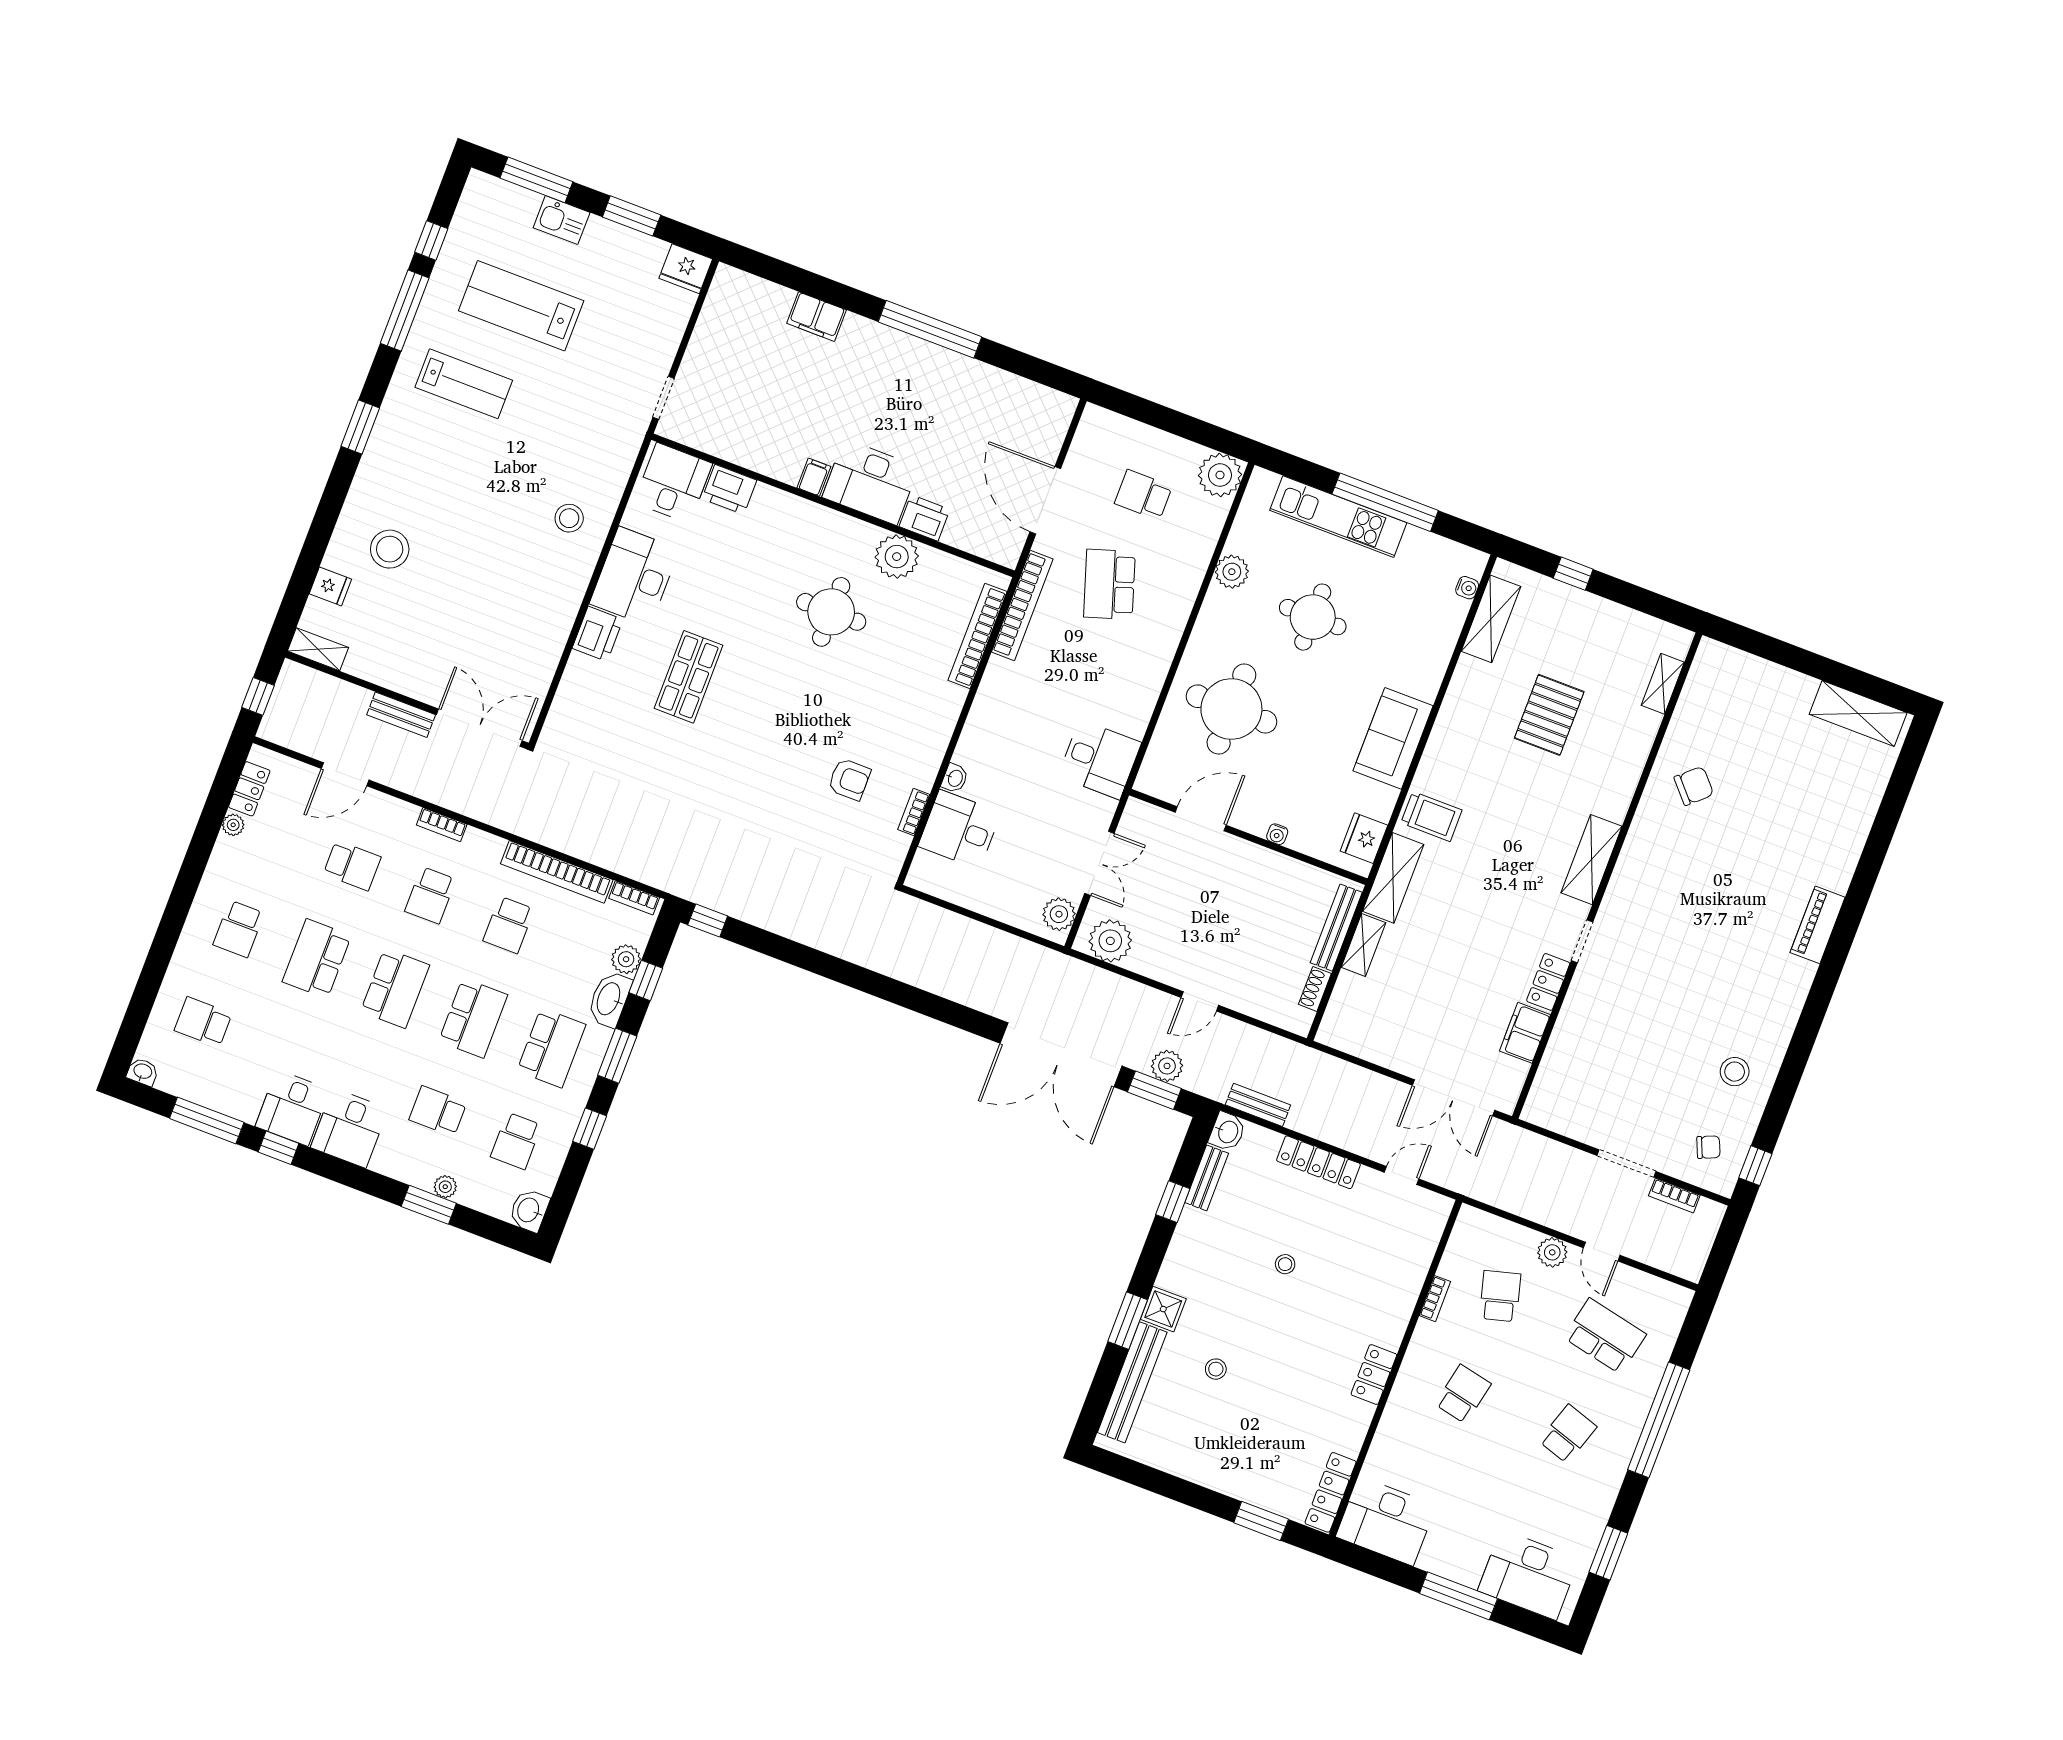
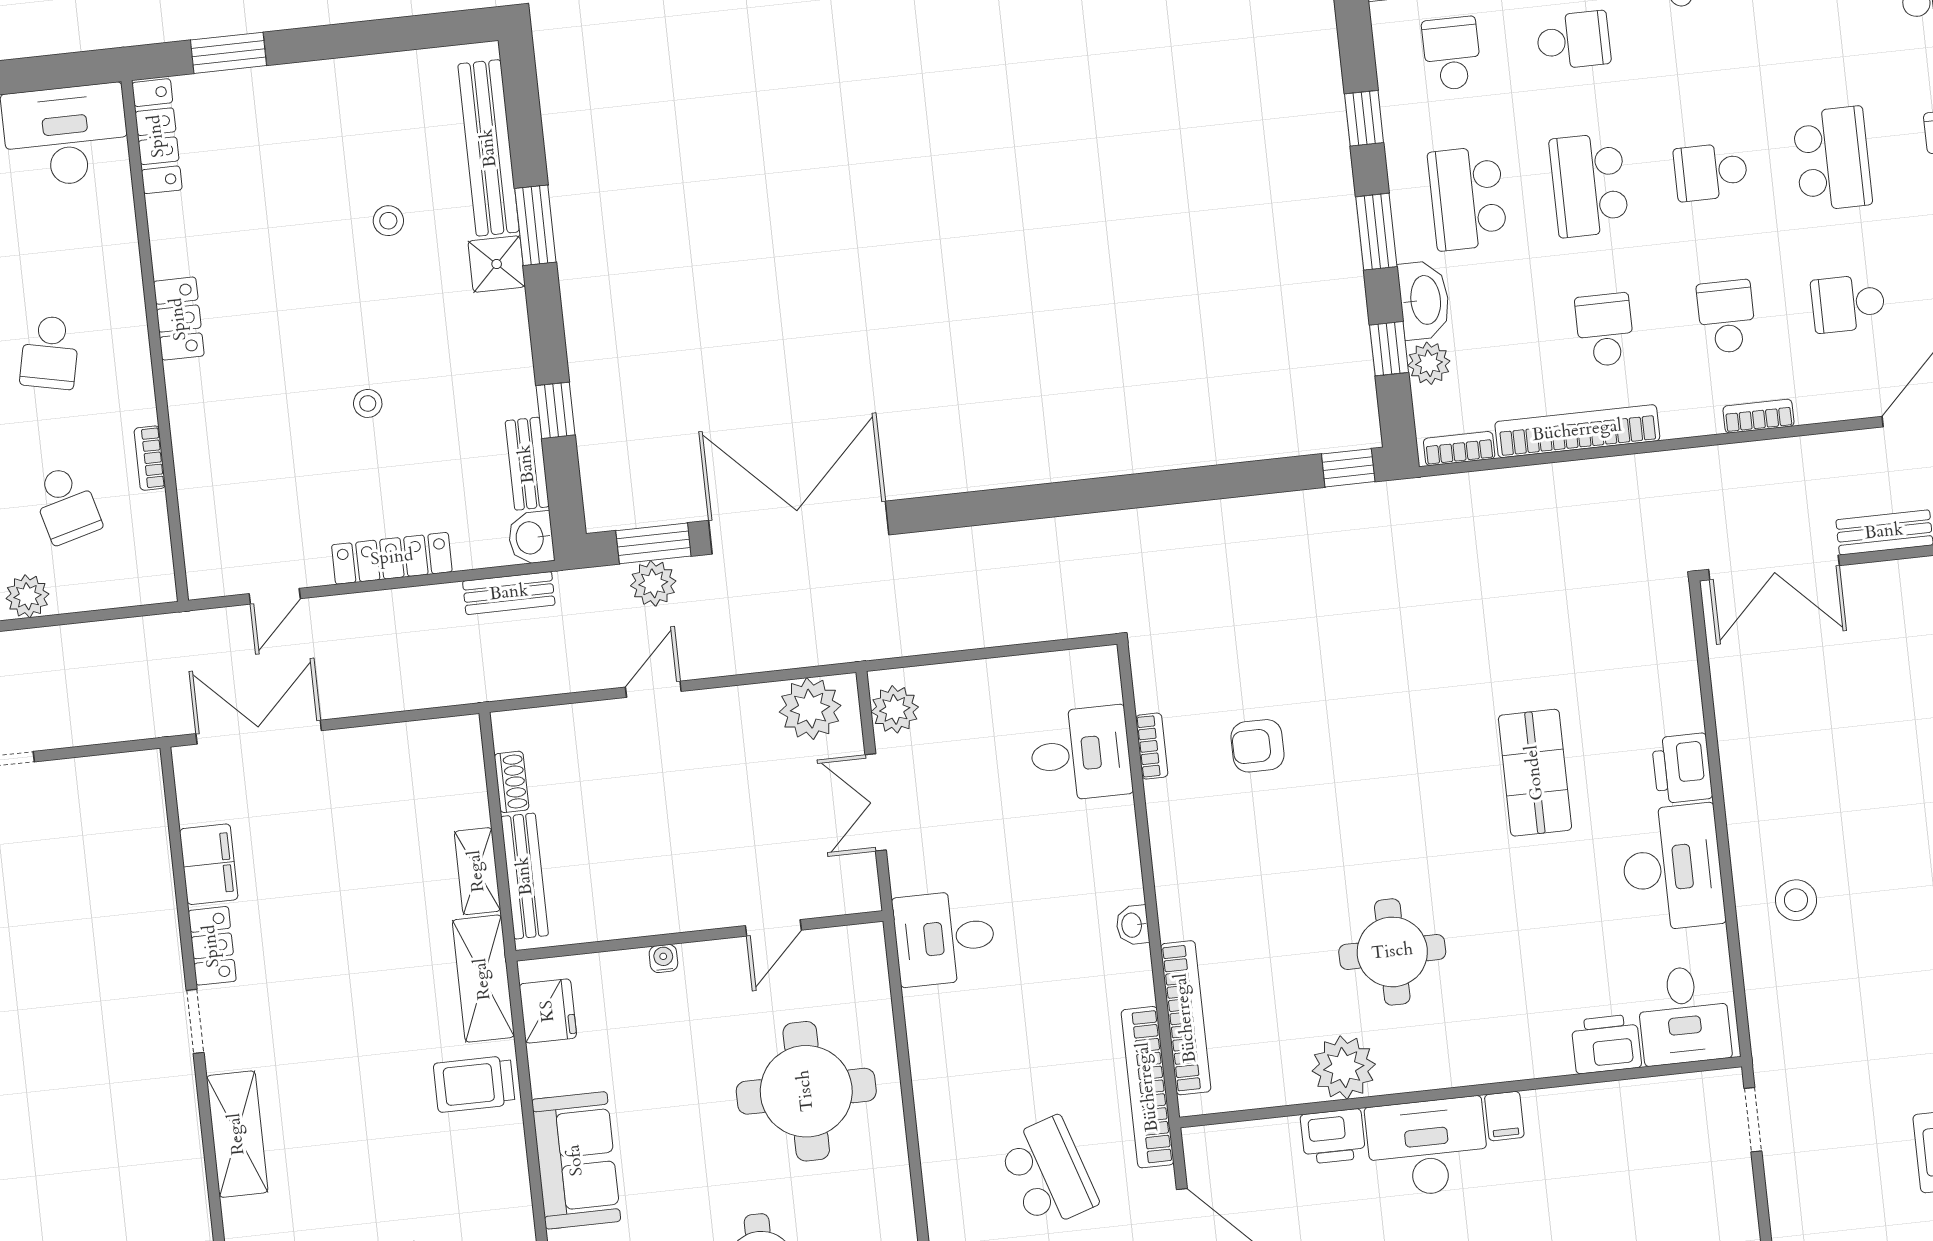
washbasin: (955, 778) -> (1133, 925), moved
door: (1201, 819) -> (773, 928), width x0.73
school desk: (395, 988) -> (1711, 172), width x0.54

